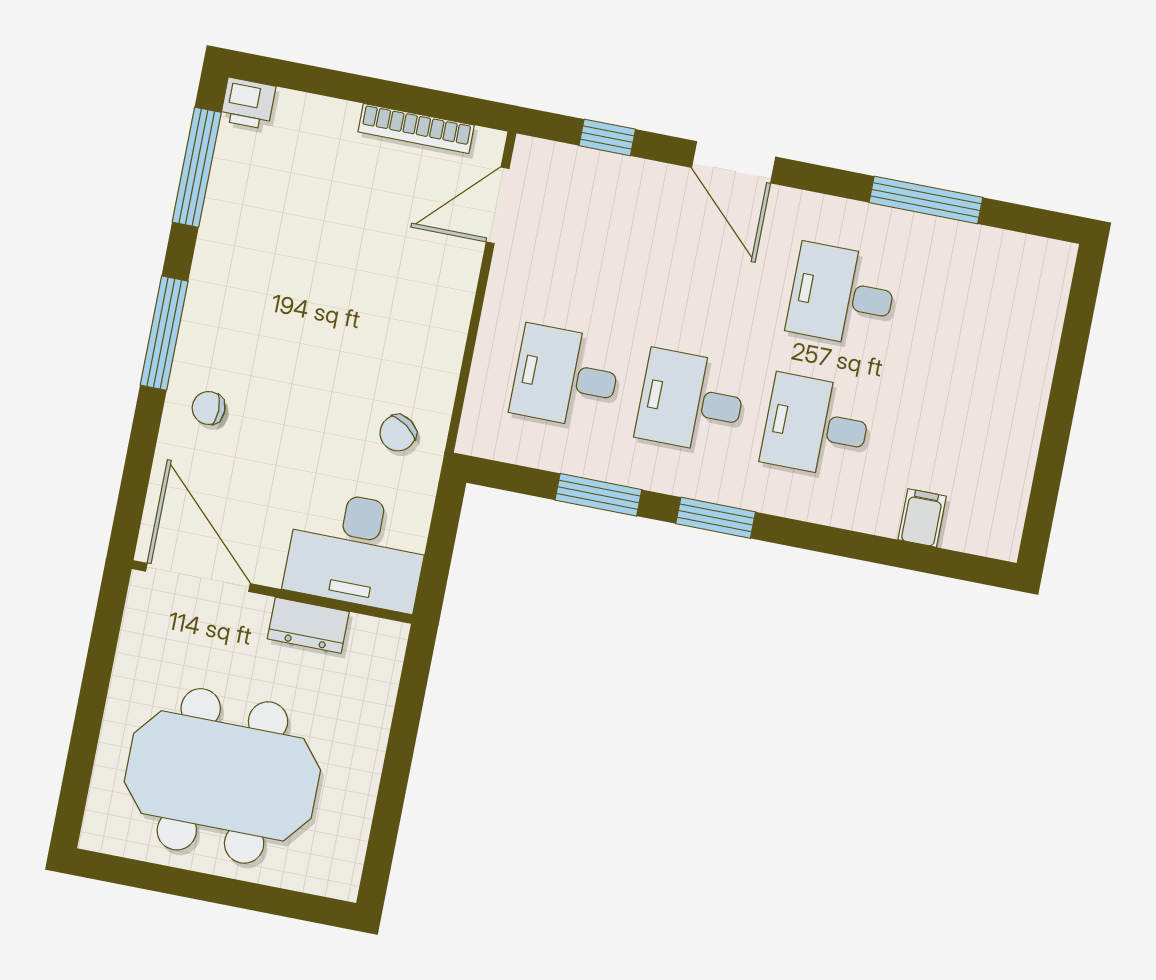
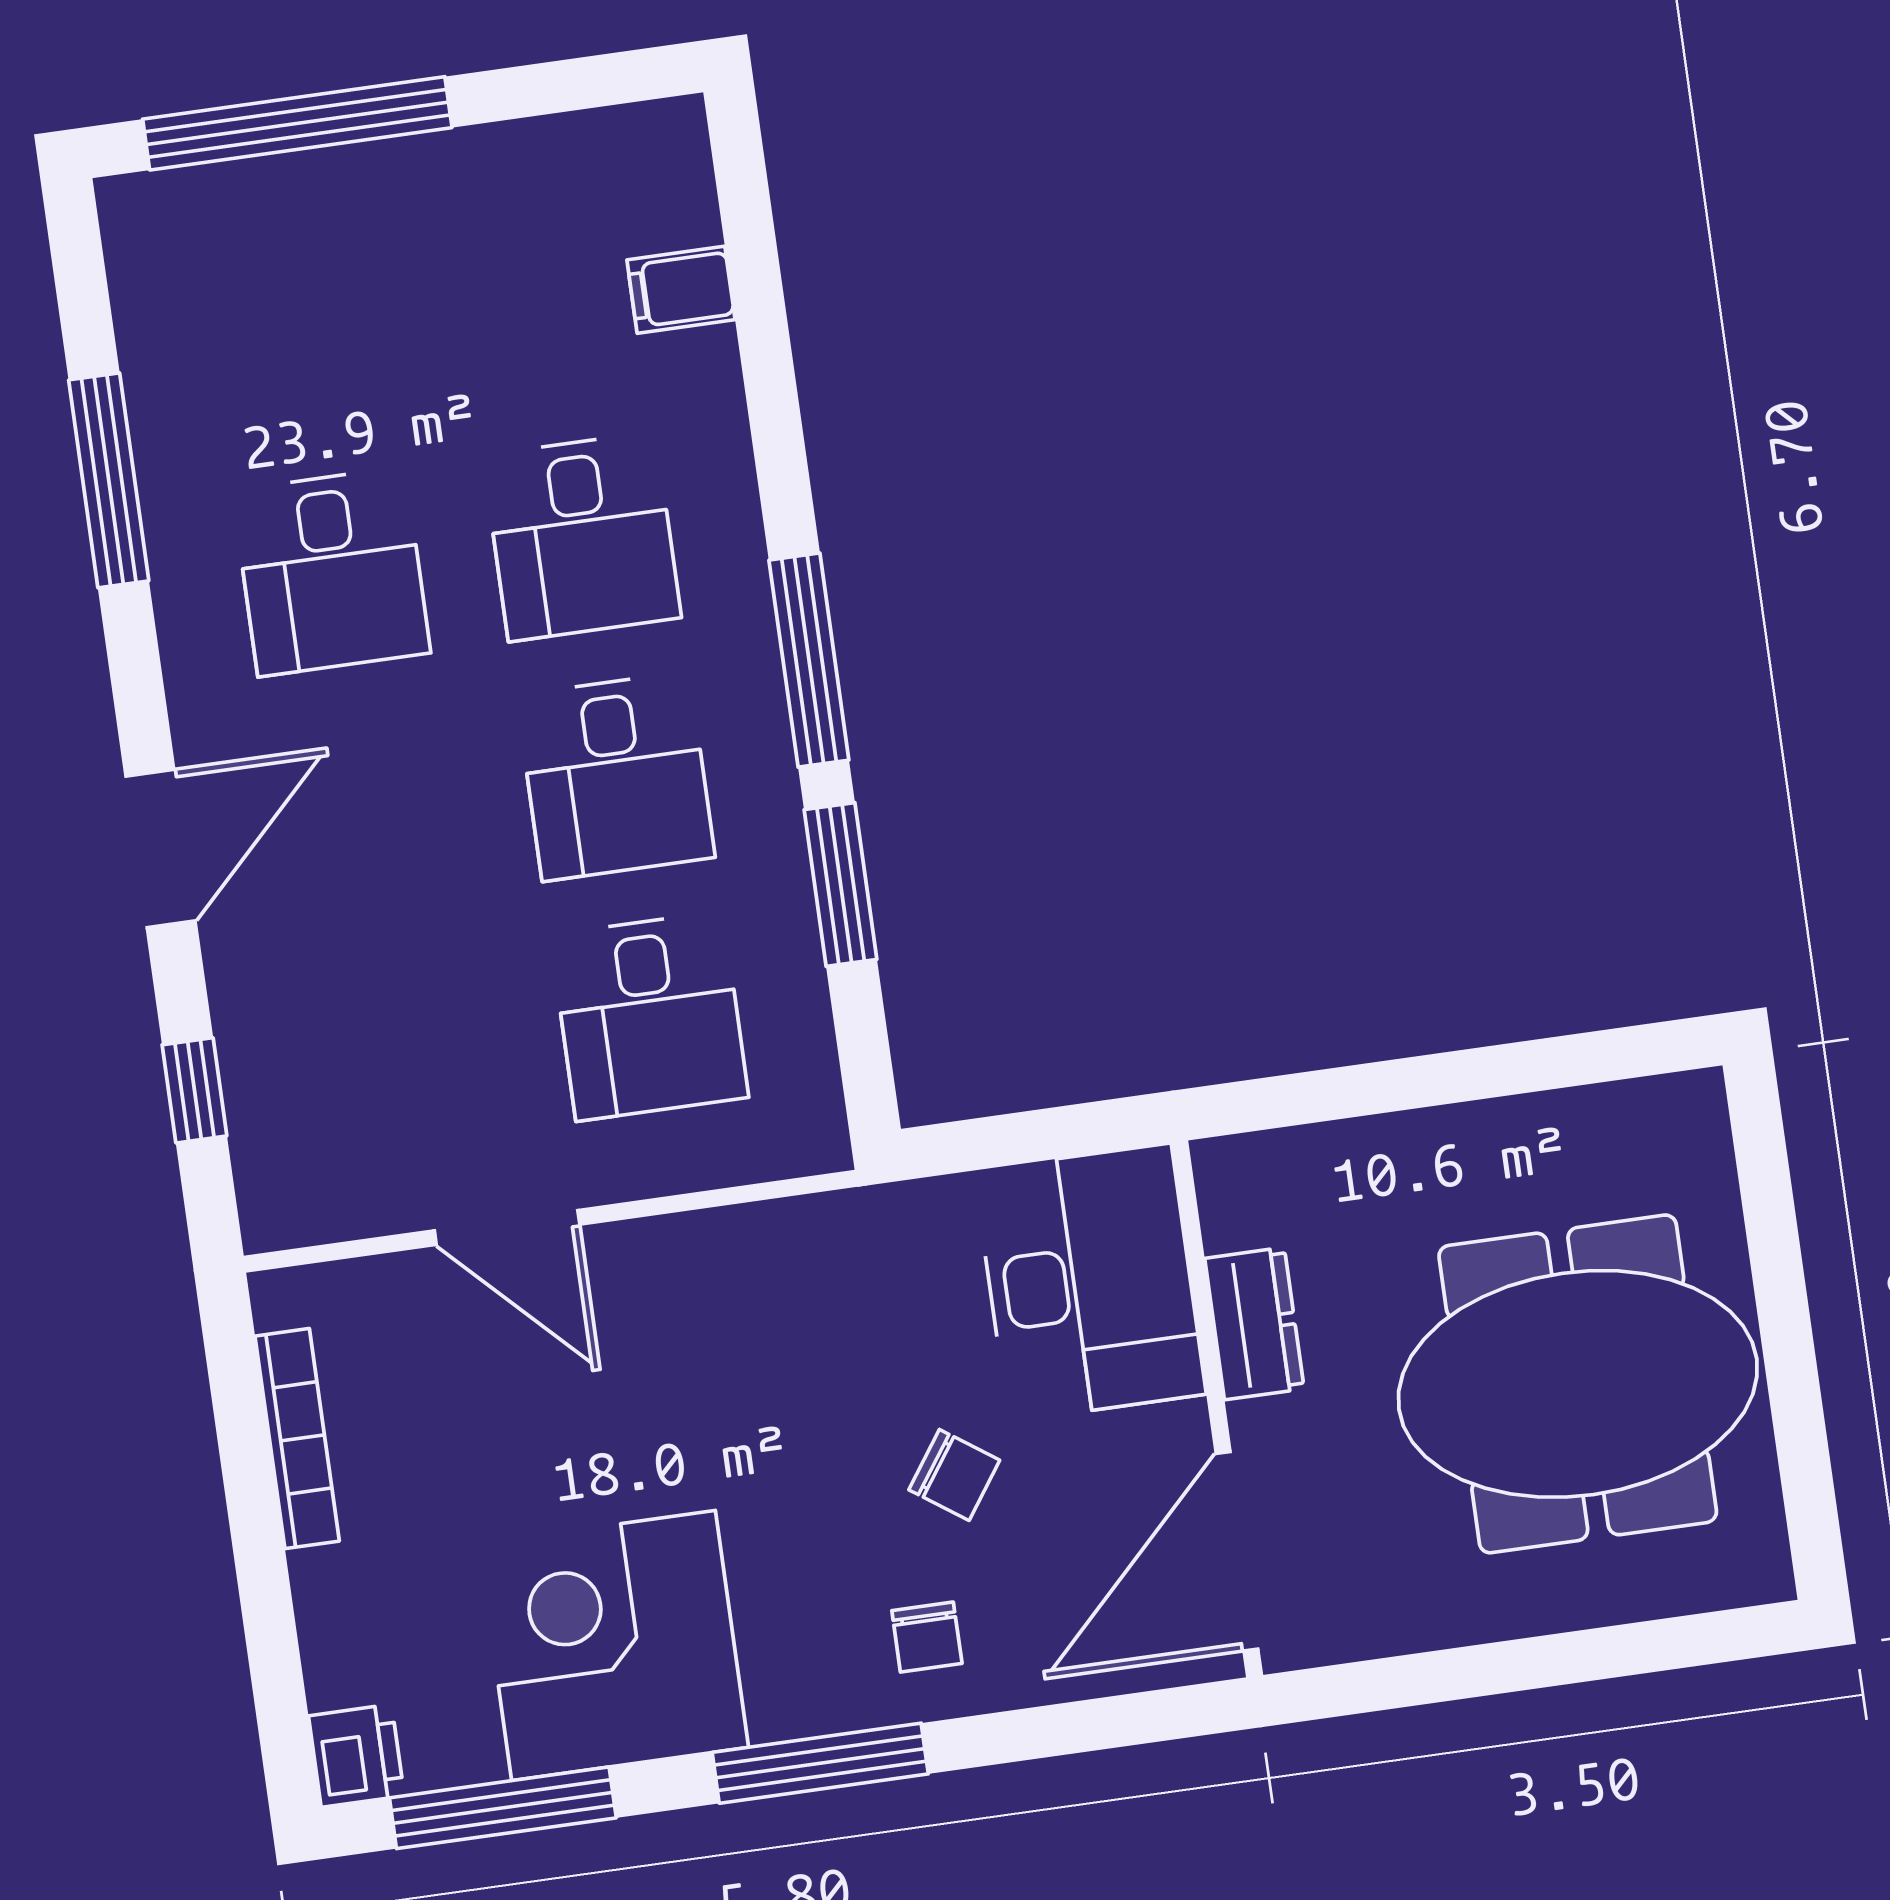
door: (498, 205) -> (507, 1227), moved
corner desk: (258, 250) -> (614, 1645), added
window: (1071, 355) -> (297, 123), added
chair: (398, 433) -> (954, 1475), moved
window: (716, 518) -> (809, 660), width x1.44
meeting table: (222, 776) -> (1578, 1384), turned 90

